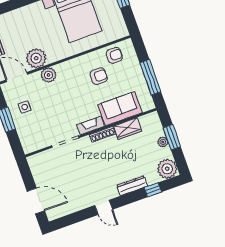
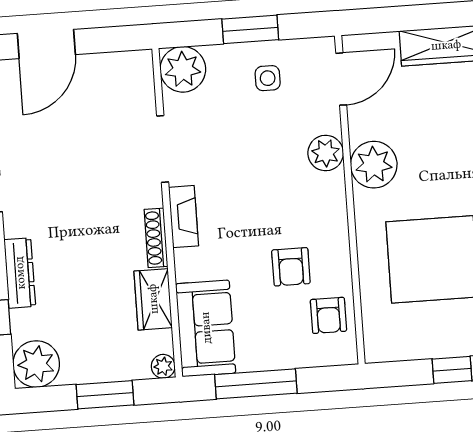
plant: (36, 58) -> (374, 165), moved
sofa: (120, 109) -> (206, 328), moved
plant: (163, 142) -> (163, 366), moved
plant: (31, 143) -> (183, 69), added

